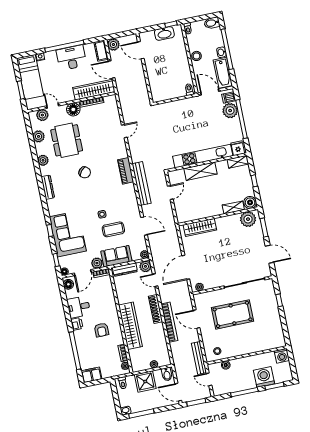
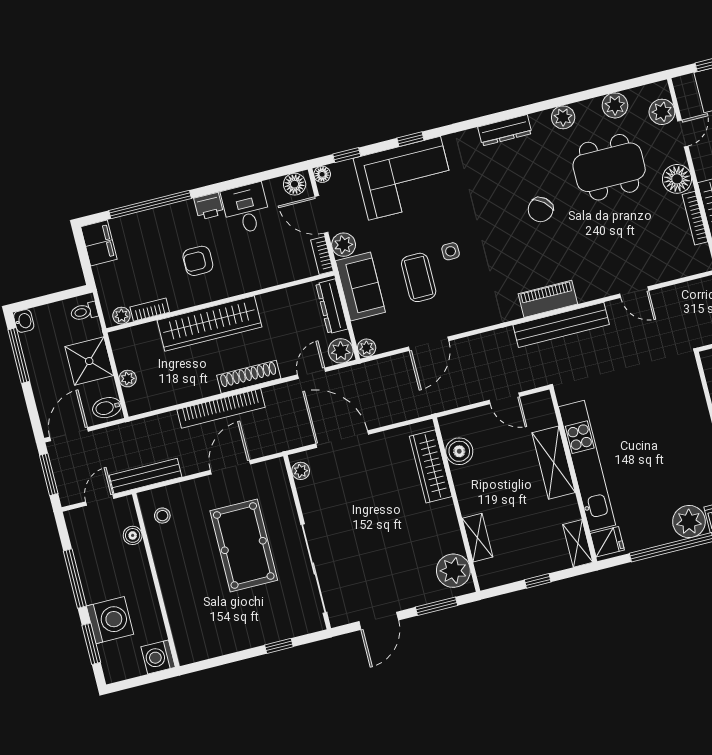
bench: (142, 183) -> (561, 325), moved
boiler: (250, 202) -> (459, 451), moved

